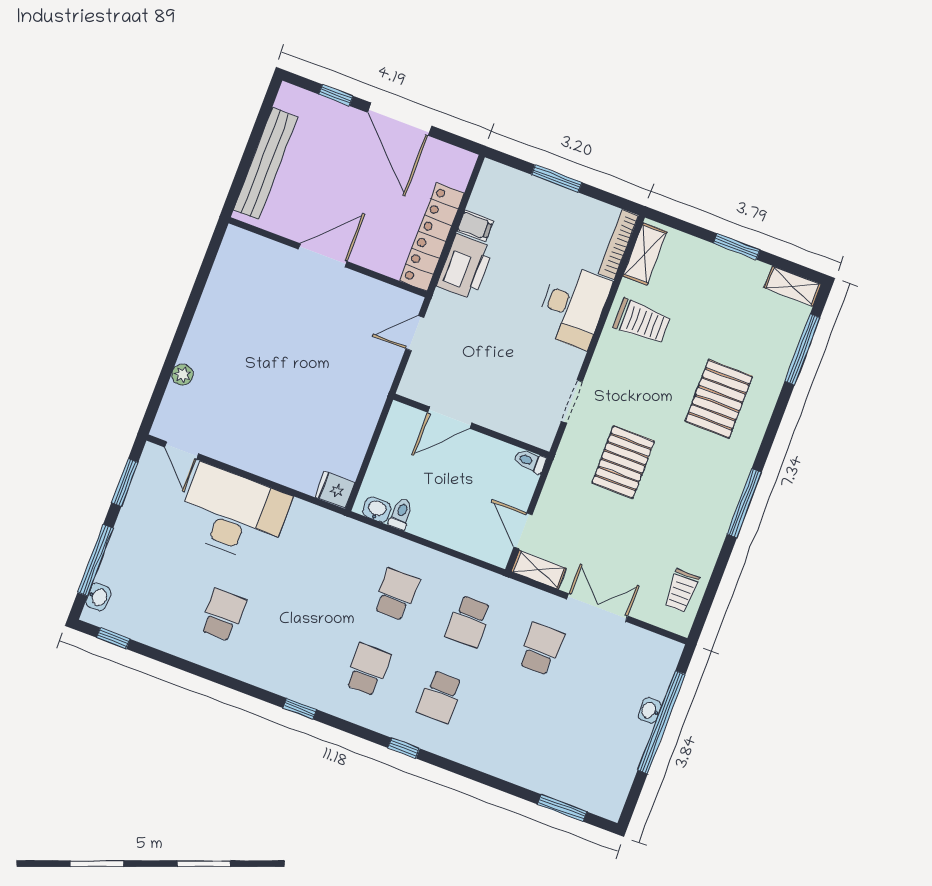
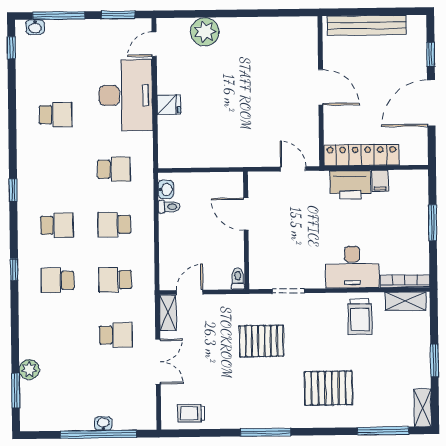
plant: (182, 375) -> (205, 32), width x1.88, depth x1.88
fridge: (335, 490) -> (169, 105), moved, turned 90
school desk: (324, 567) -> (114, 169), added
school desk: (396, 594) -> (115, 224), turned 180
plant: (542, 780) -> (29, 370), added

